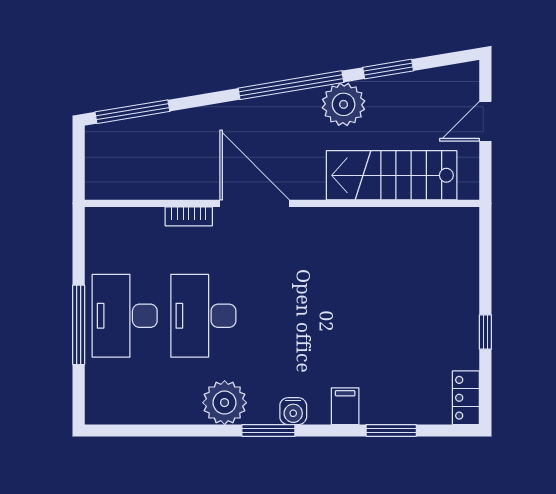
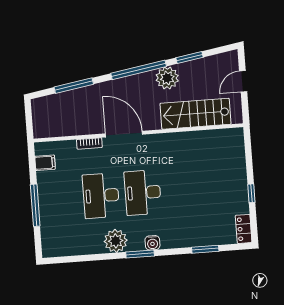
window: (132, 112) -> (74, 86), moved
desk: (125, 316) -> (143, 193), moved
filing cabinet: (345, 406) -> (45, 163), moved, turned 90

